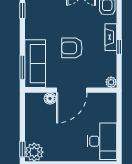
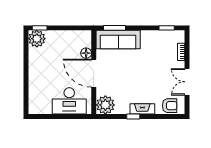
armchair: (72, 48) -> (132, 73), removed
plant: (111, 82) -> (105, 105), width x1.88, depth x1.88
desk: (102, 141) -> (69, 101), moved

